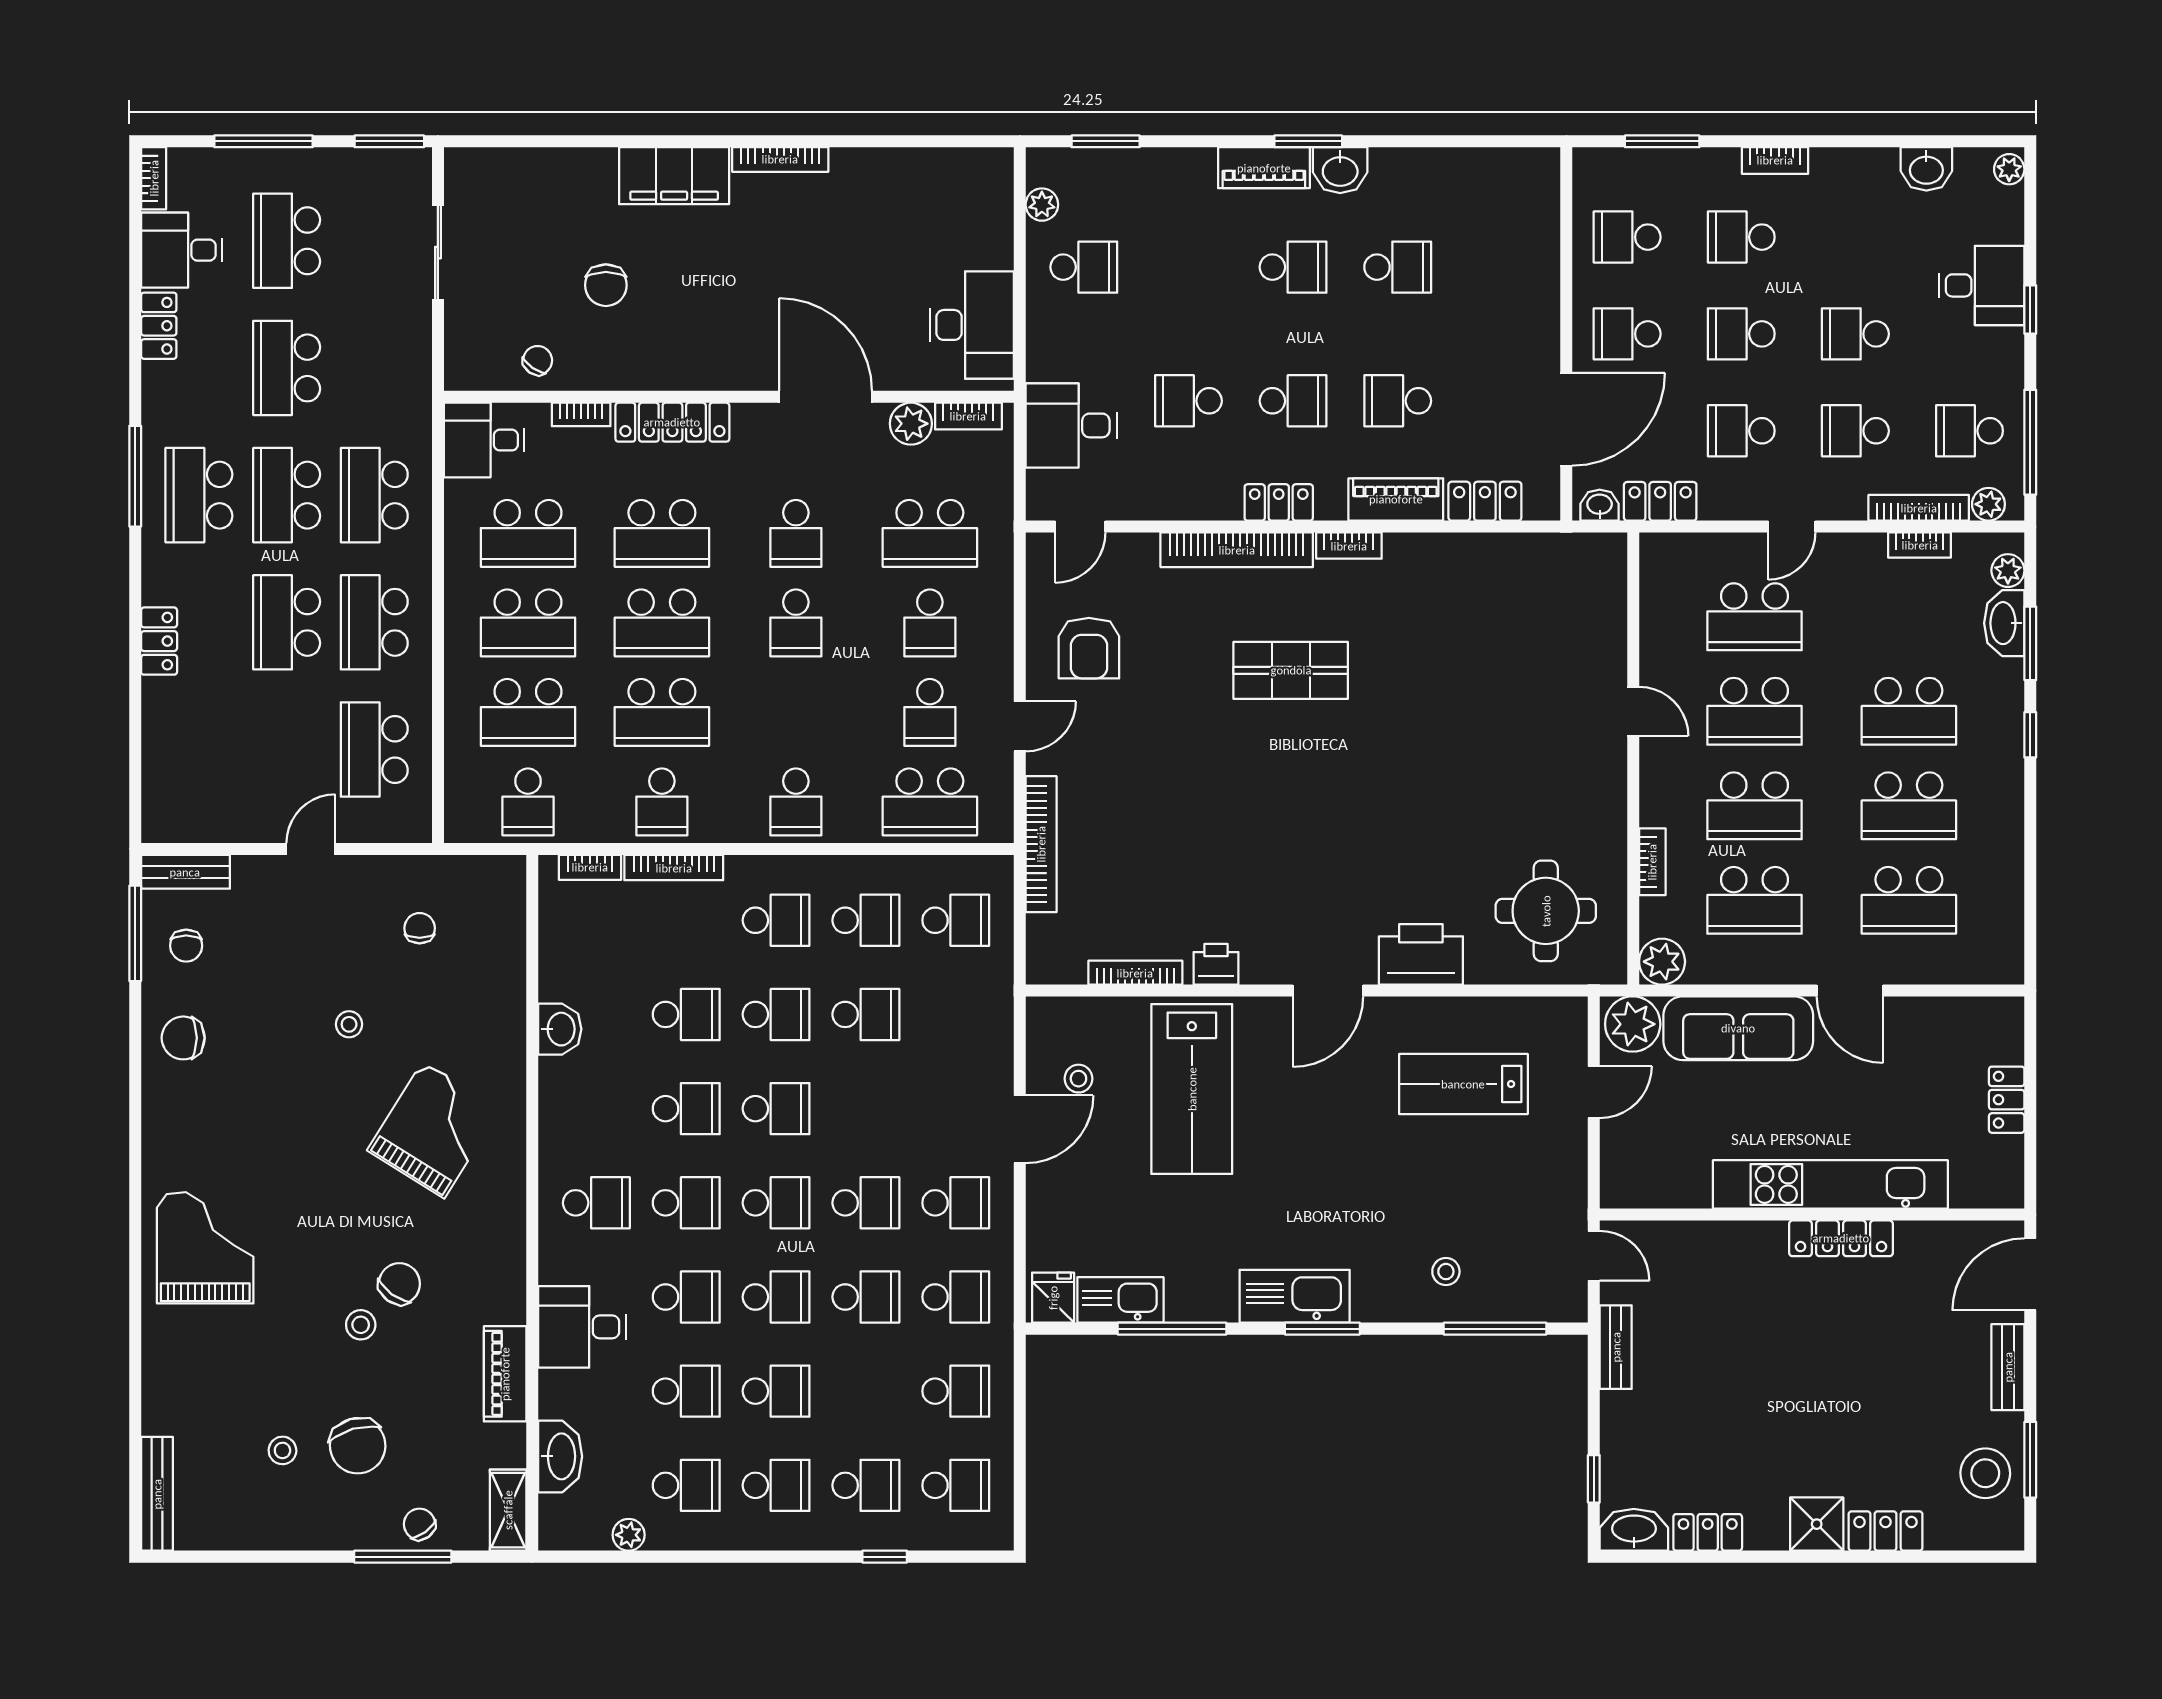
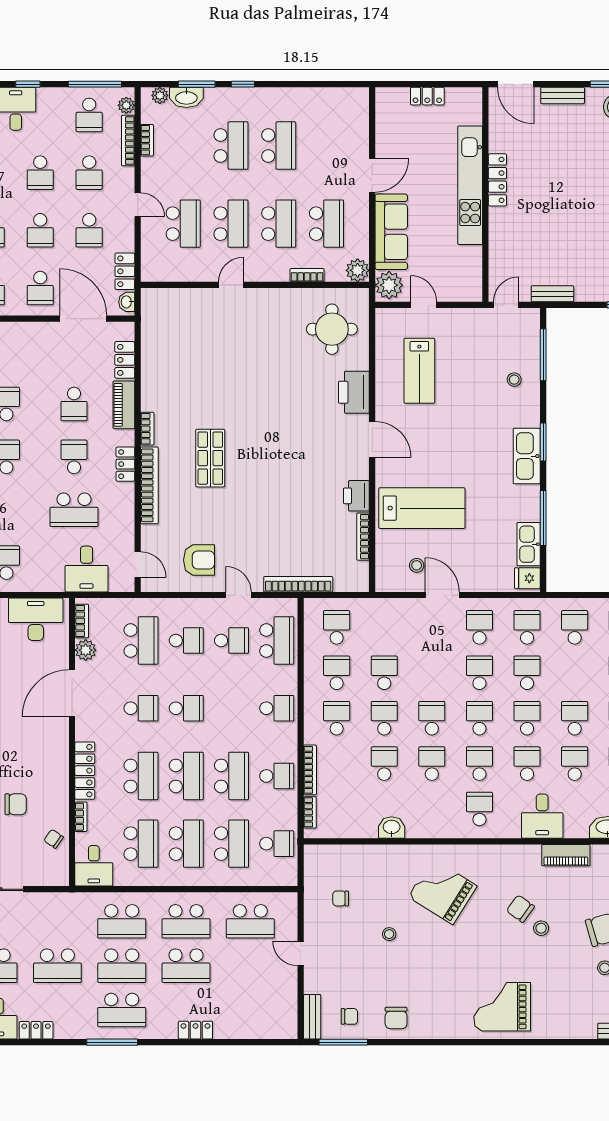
school desk: (1188, 401) -> (74, 510), width x1.85
school desk: (1909, 900) -> (327, 146), removed
printer: (1216, 964) -> (356, 496), width x1.36, depth x1.24

